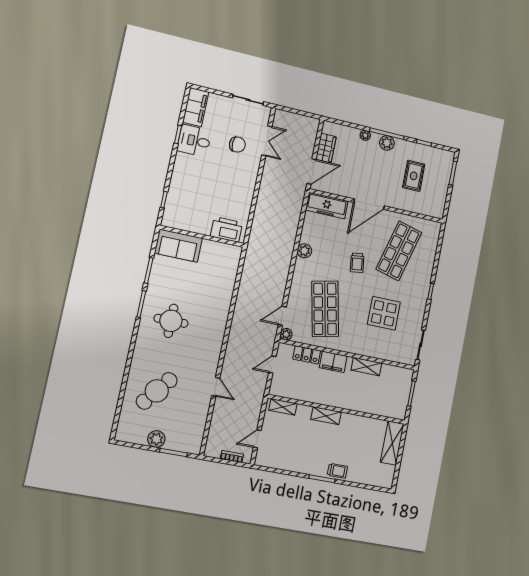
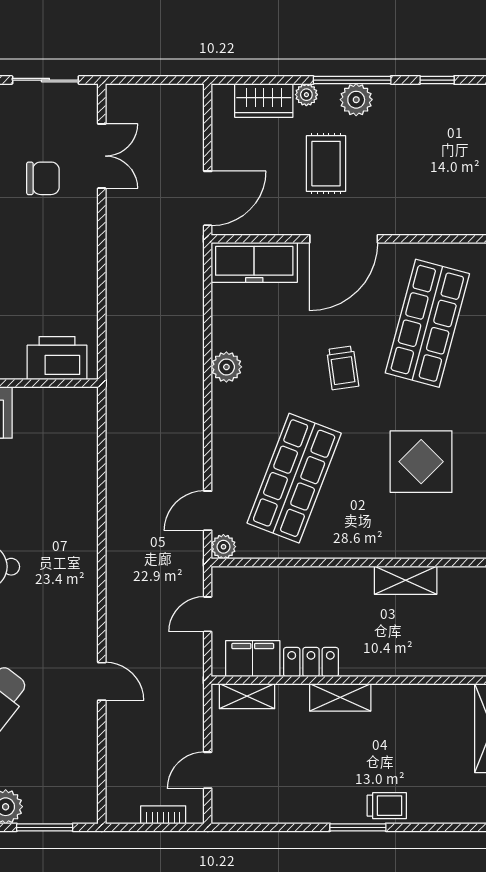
wardrobe: (326, 148) -> (264, 100), moved, turned 90
rug: (414, 176) -> (326, 164), moved
shop shelf: (325, 309) -> (294, 478), turned 33
locker: (307, 355) -> (311, 662), moved, turned 180
filing cabinet: (333, 362) -> (253, 659), moved, turned 180

